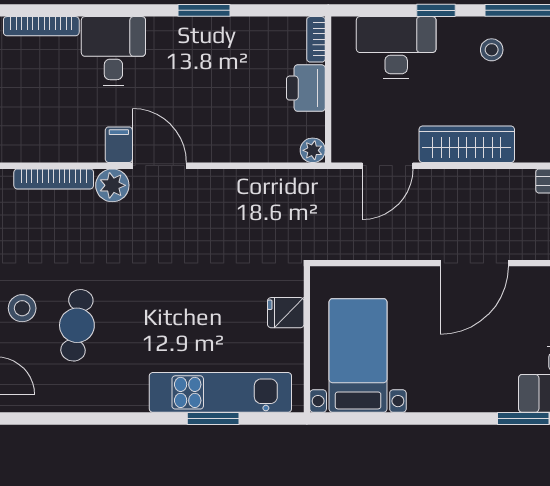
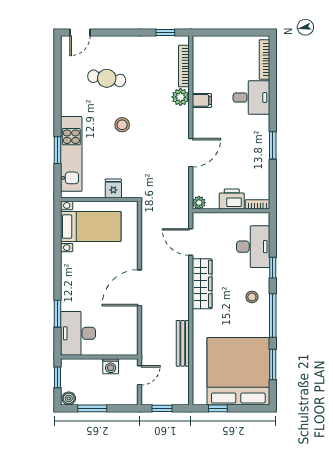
door: (159, 166) -> (191, 153), moved
door: (474, 263) -> (139, 288), hinge flipped
stool: (22, 308) -> (122, 125), moved

